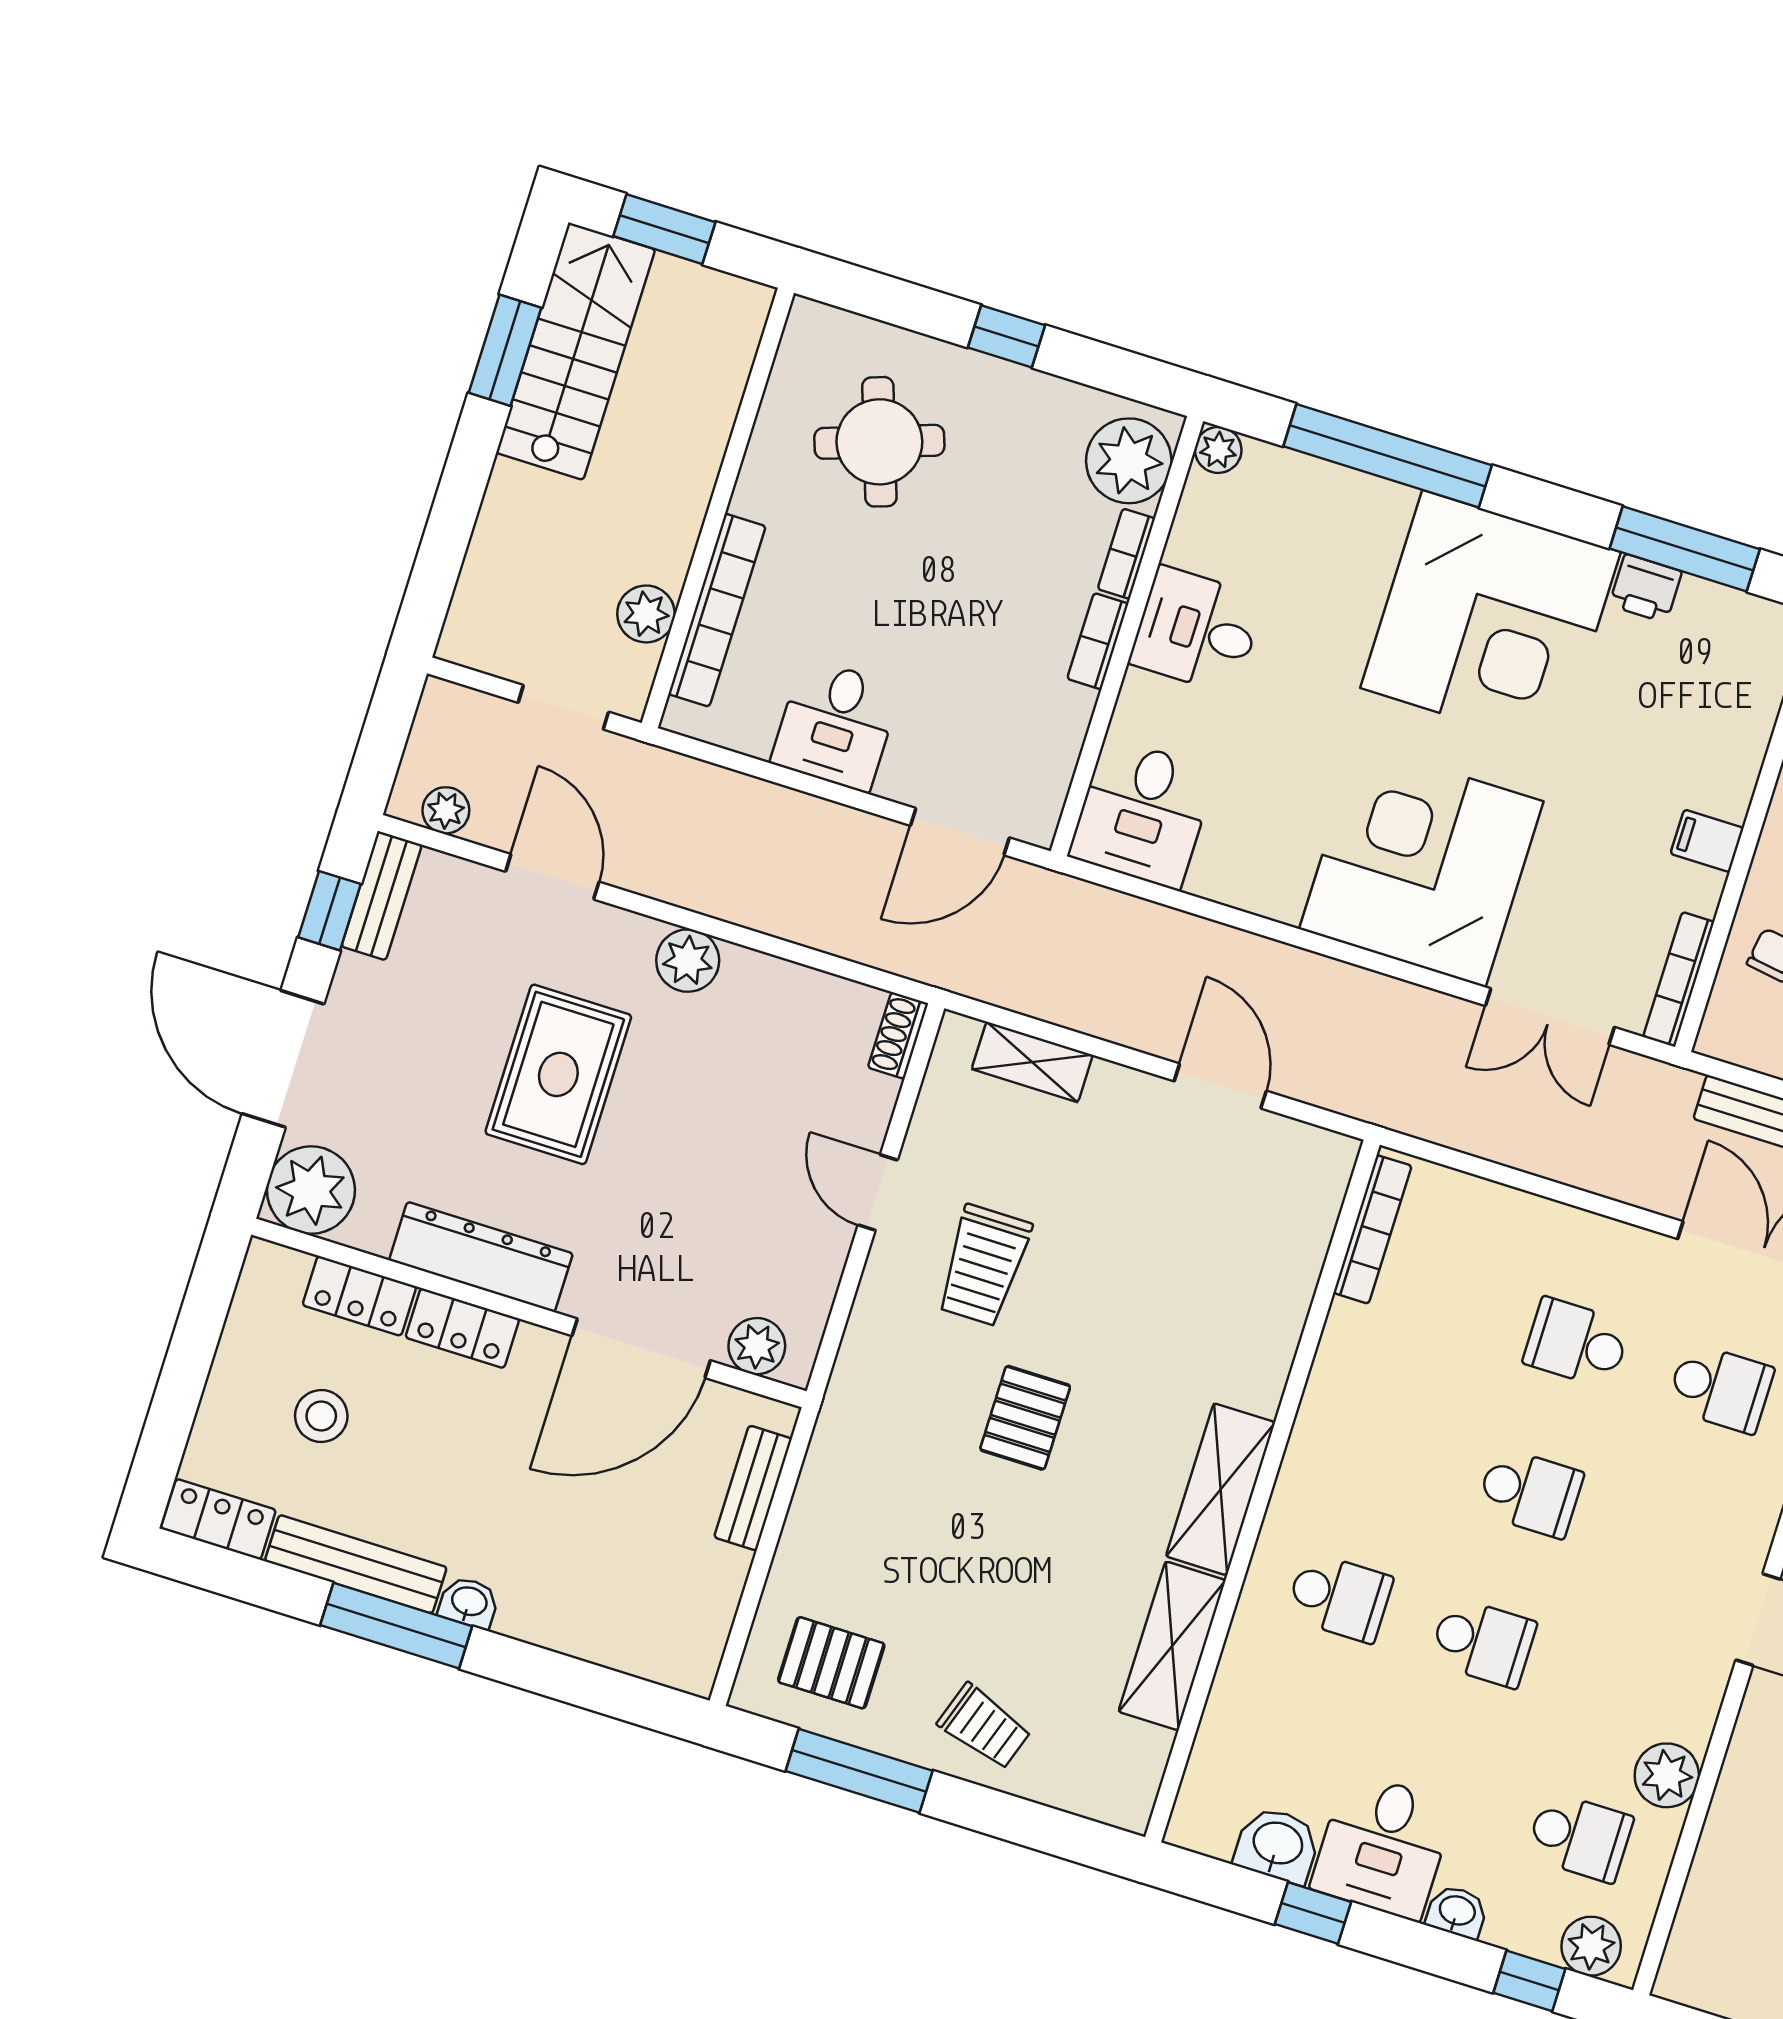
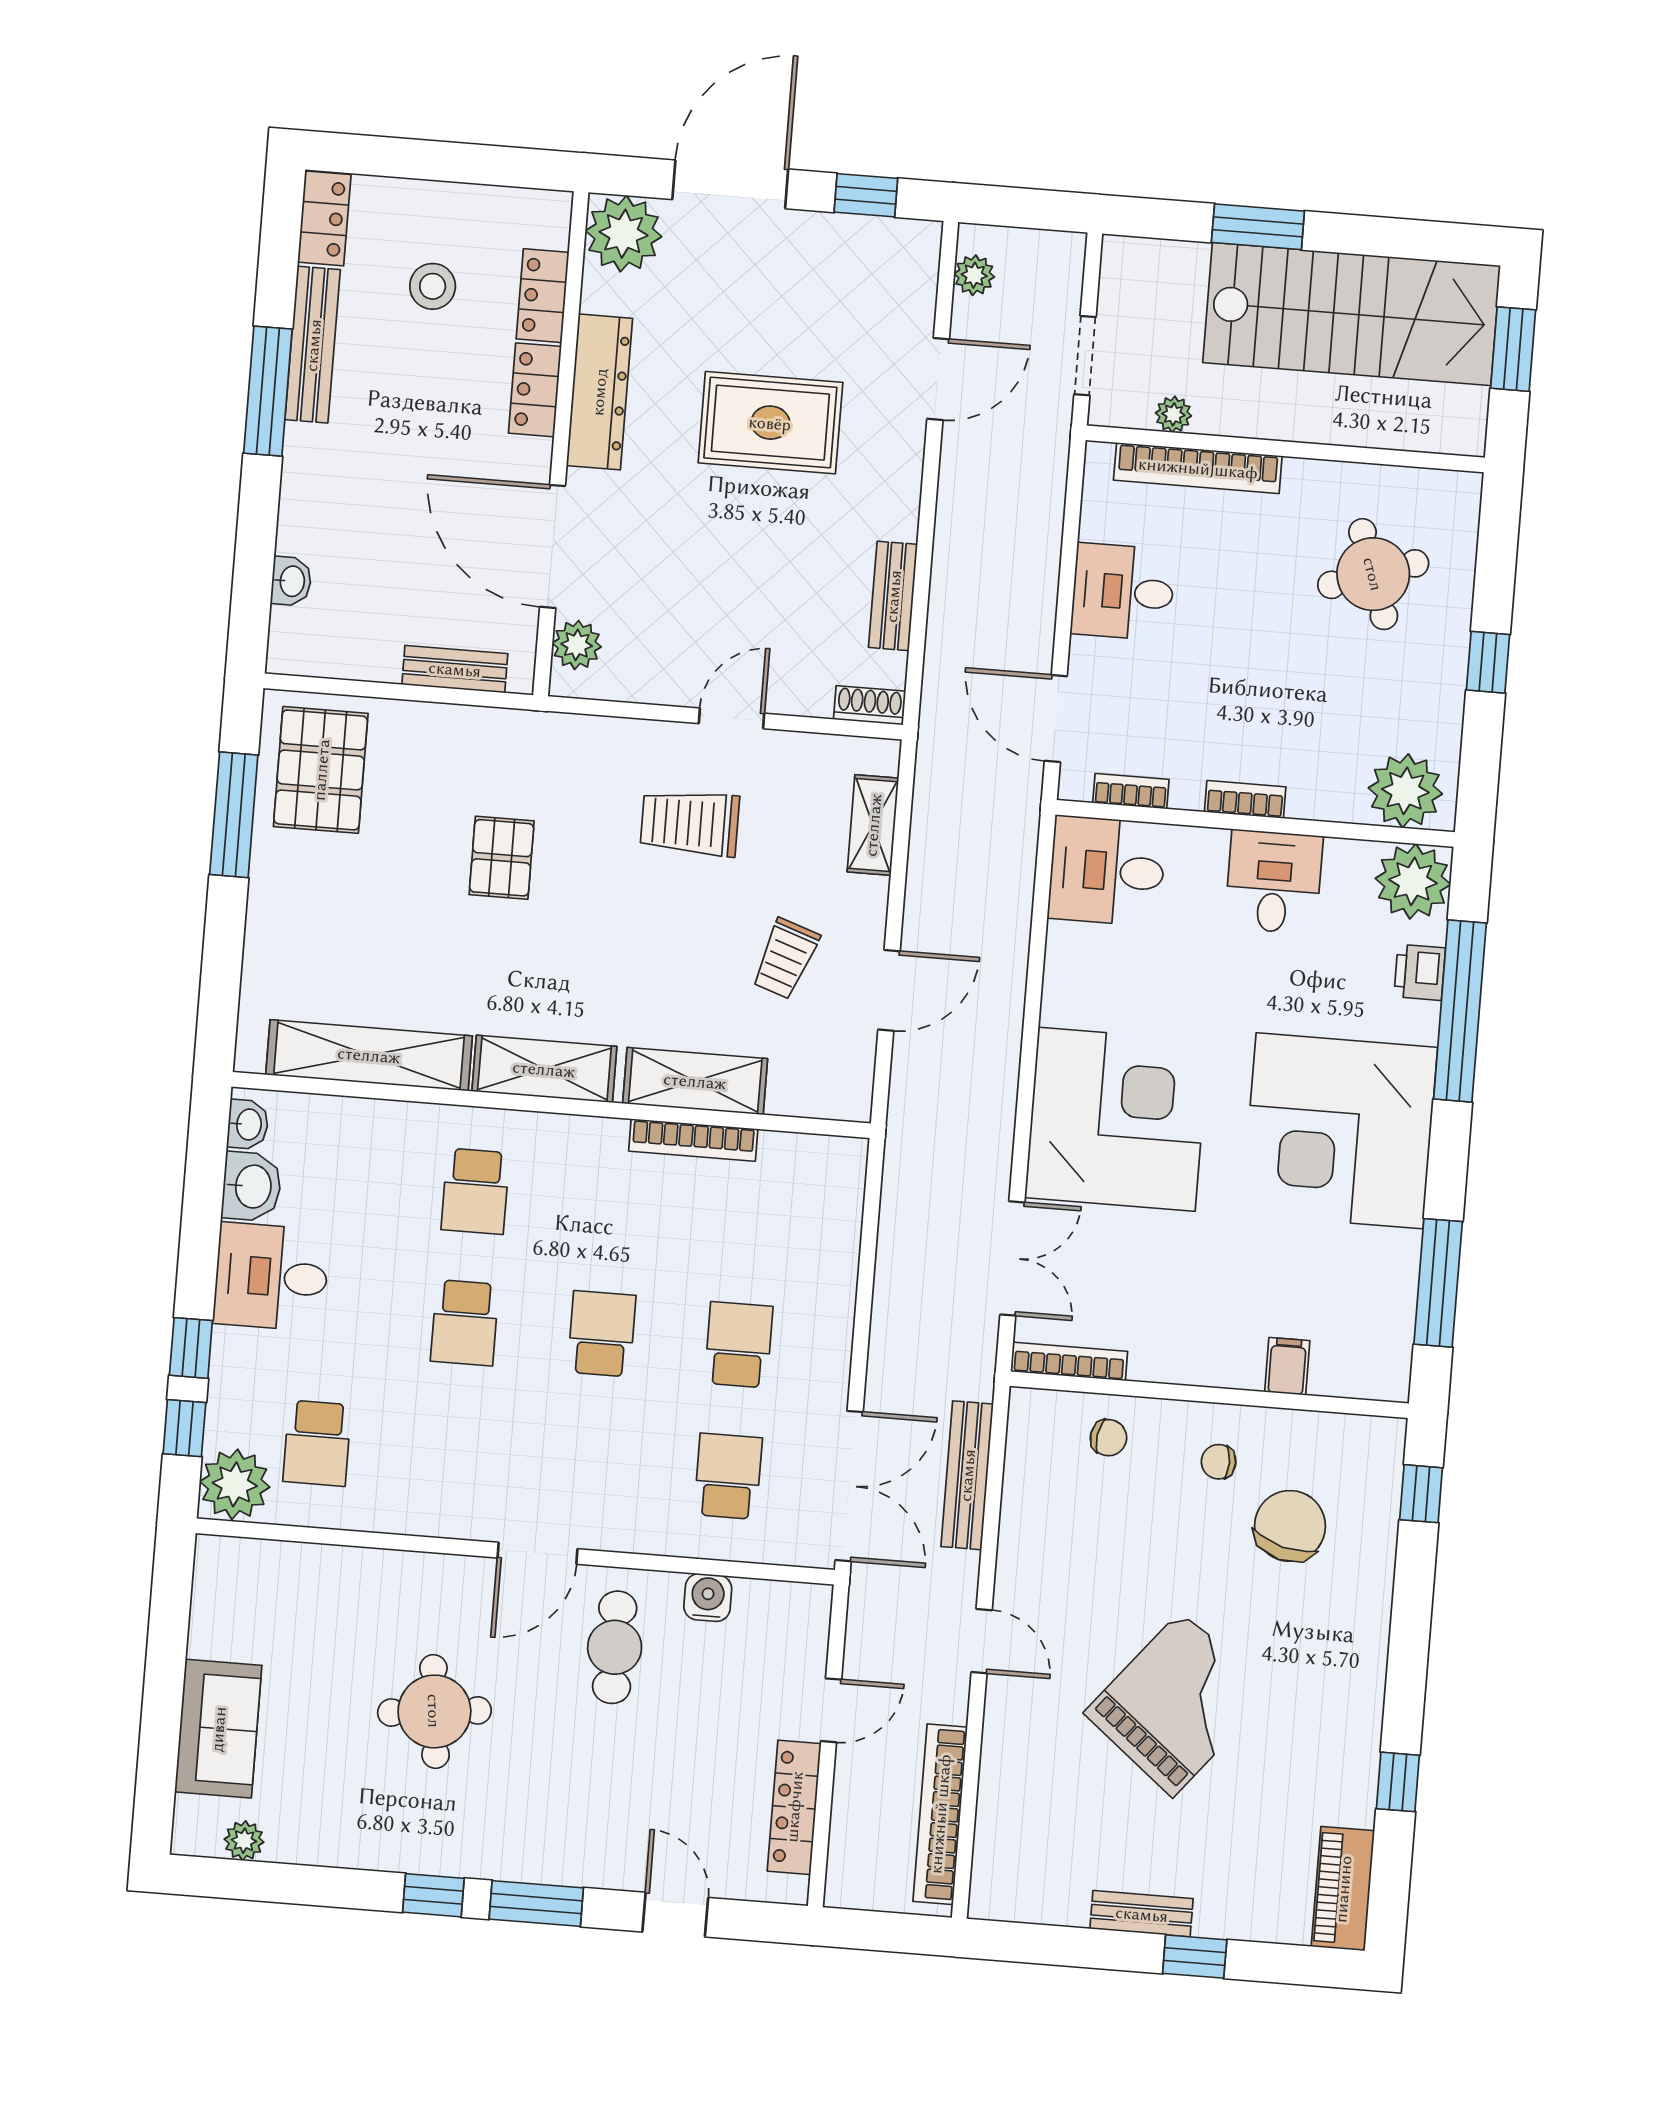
window: (505, 350) -> (1258, 227), moved
stairs: (576, 351) -> (1352, 314), width x1.36, depth x1.51
plant: (1218, 450) -> (1413, 881), width x1.88, depth x1.88
bookcase: (1126, 554) -> (1131, 791), moved
printer: (1646, 588) -> (1420, 972), moved
plant: (646, 614) -> (1173, 414), width x0.73, depth x0.73
filing cabinet: (1707, 841) -> (1287, 1366), moved
bench: (382, 896) -> (893, 596), moved, turned 90
plant: (688, 961) -> (893, 511), removed
double door: (1550, 1016) -> (1012, 1258), swing flipped
bookcase: (1372, 1229) -> (693, 1140), moved
shelving: (1272, 1325) -> (695, 1081), added
school desk: (1720, 1388) -> (728, 1476), turned 180
pallet: (1025, 1418) -> (502, 858), moved, turned 90
school desk: (1530, 1493) -> (602, 1334), turned 180
washbasin: (469, 1602) -> (291, 581), moved
shelving: (1172, 1646) -> (369, 1055), width x1.47
pallet: (831, 1663) -> (321, 770), width x1.50, depth x1.42
trolley: (984, 1727) -> (785, 959), moved
plant: (1667, 1775) -> (387, 1506), removed
washbasin: (1457, 1912) -> (248, 1124), moved
window: (1313, 1913) -> (191, 1348), moved
plant: (1591, 1946) -> (235, 1484), width x1.36, depth x1.36

